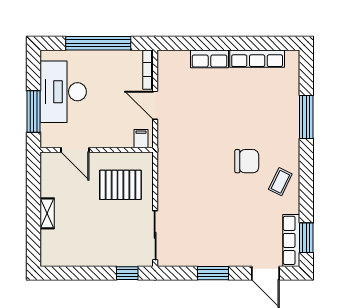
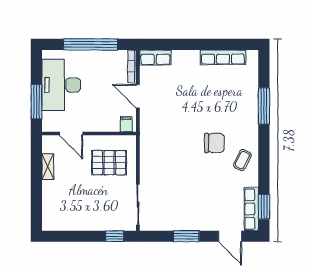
row of seats: (209, 59) -> (155, 58), moved
shelving: (47, 213) -> (48, 167), moved

